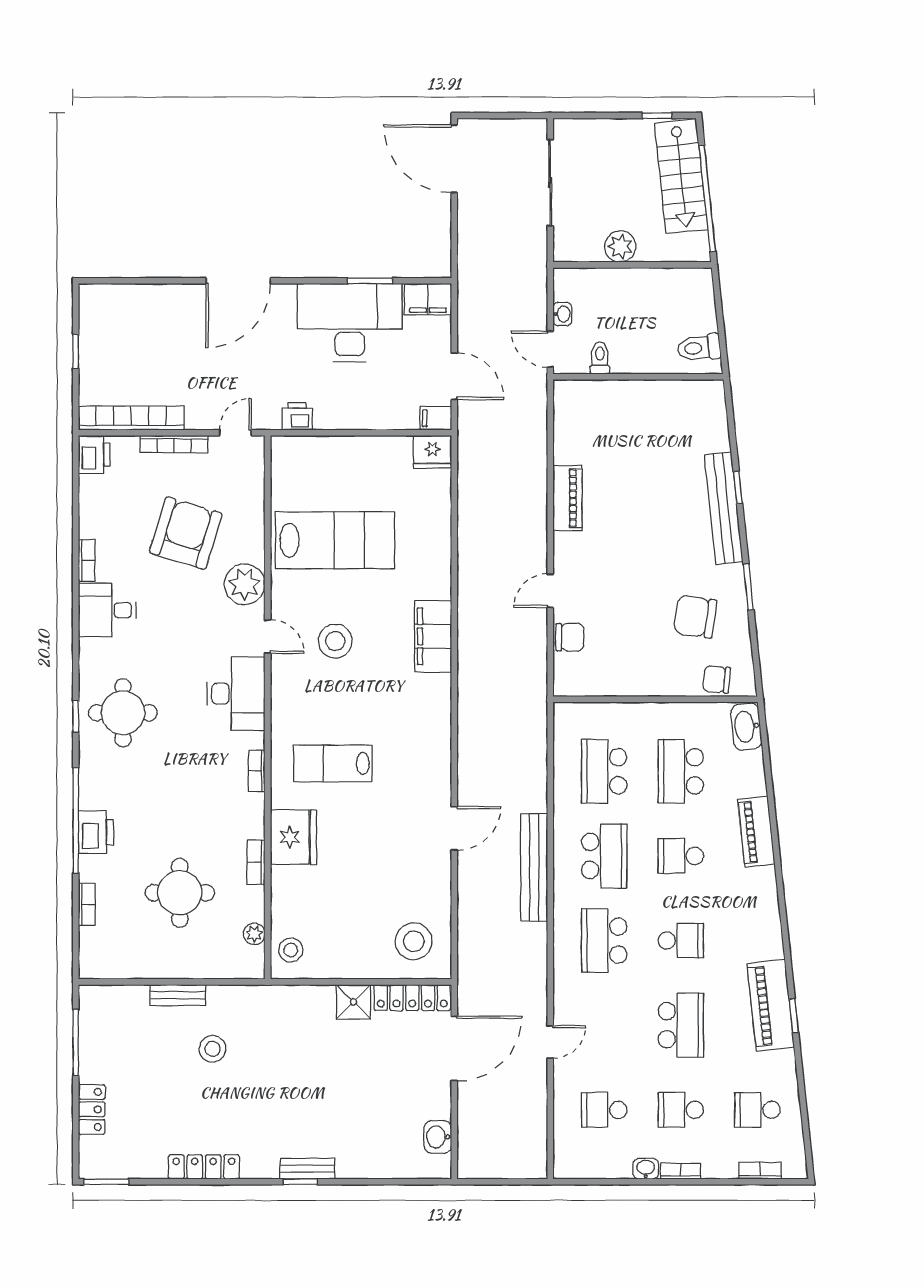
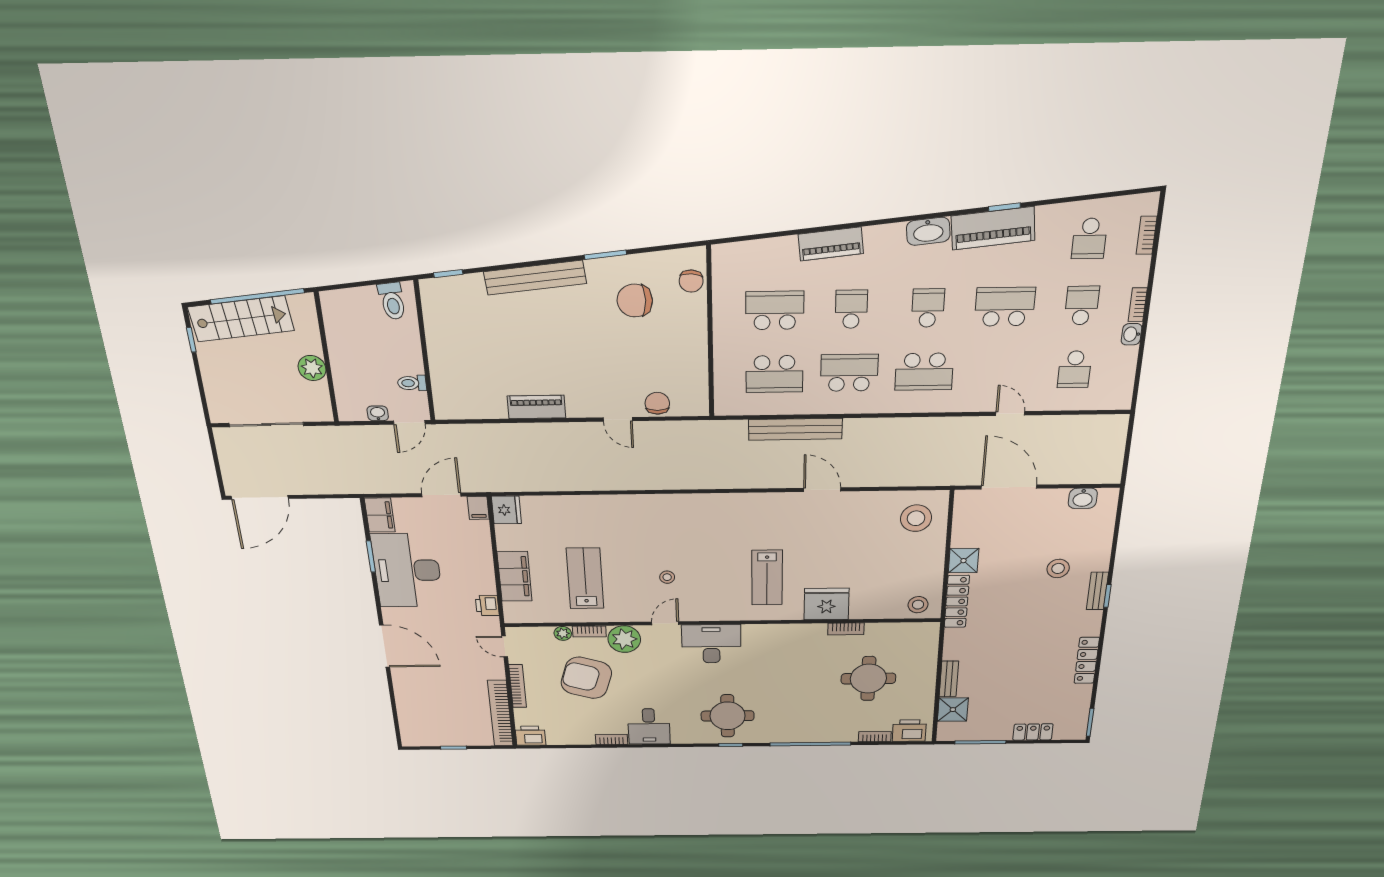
window: (738, 487) -> (448, 274), moved
lab bench: (335, 540) -> (585, 578), width x0.73, depth x0.72
chair: (695, 617) -> (635, 301), turned 82
filing cabinet: (433, 636) -> (515, 576), moved, turned -90
stool: (335, 641) -> (667, 577), width x0.53, depth x0.53
washbasin: (746, 727) -> (928, 231), moved
bookcase: (257, 771) -> (589, 632), moved
school desk: (681, 771) -> (775, 310), turned 180
printer: (96, 832) -> (909, 731), moved
school desk: (681, 856) -> (851, 309), turned 180
bench: (534, 867) -> (795, 429), moved
plant: (254, 934) -> (563, 633), moved
locker: (412, 998) -> (957, 601), moved
shower: (129, 1003) -> (953, 710), added
stool: (213, 1049) -> (1058, 568), moved
school desk: (681, 1110) -> (1082, 305), turned 180

